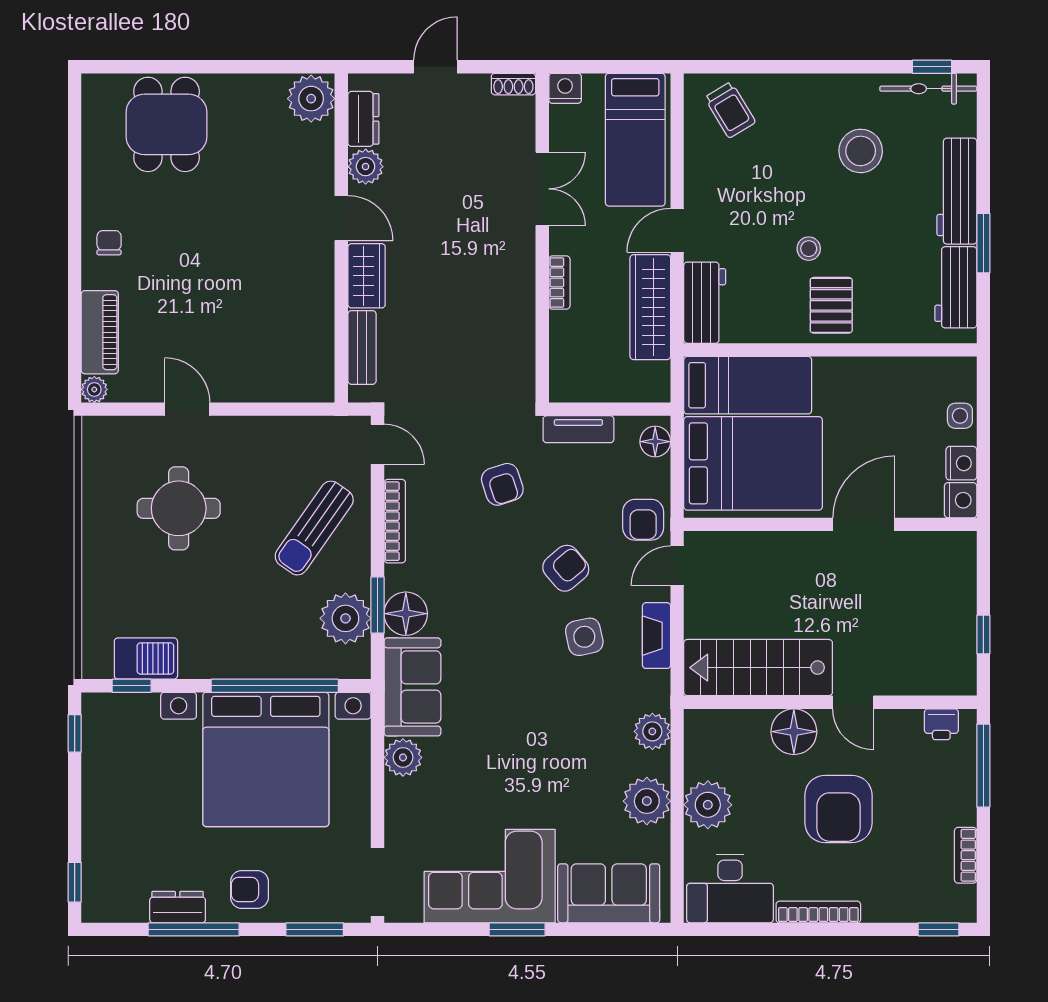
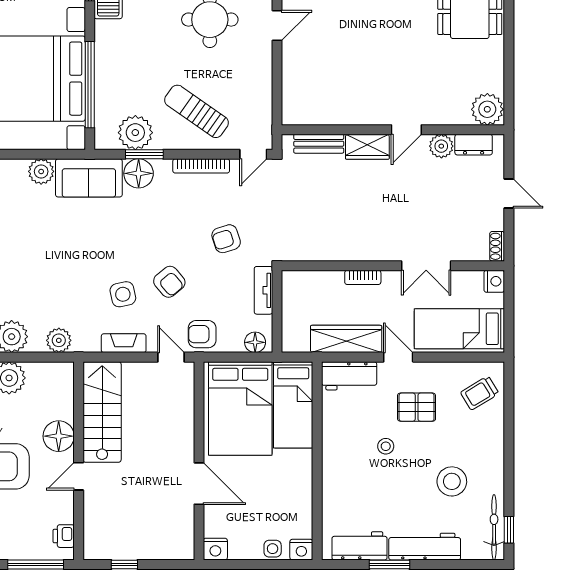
pallet: (831, 305) -> (417, 407), moved
nightstand: (961, 463) -> (301, 550), moved

